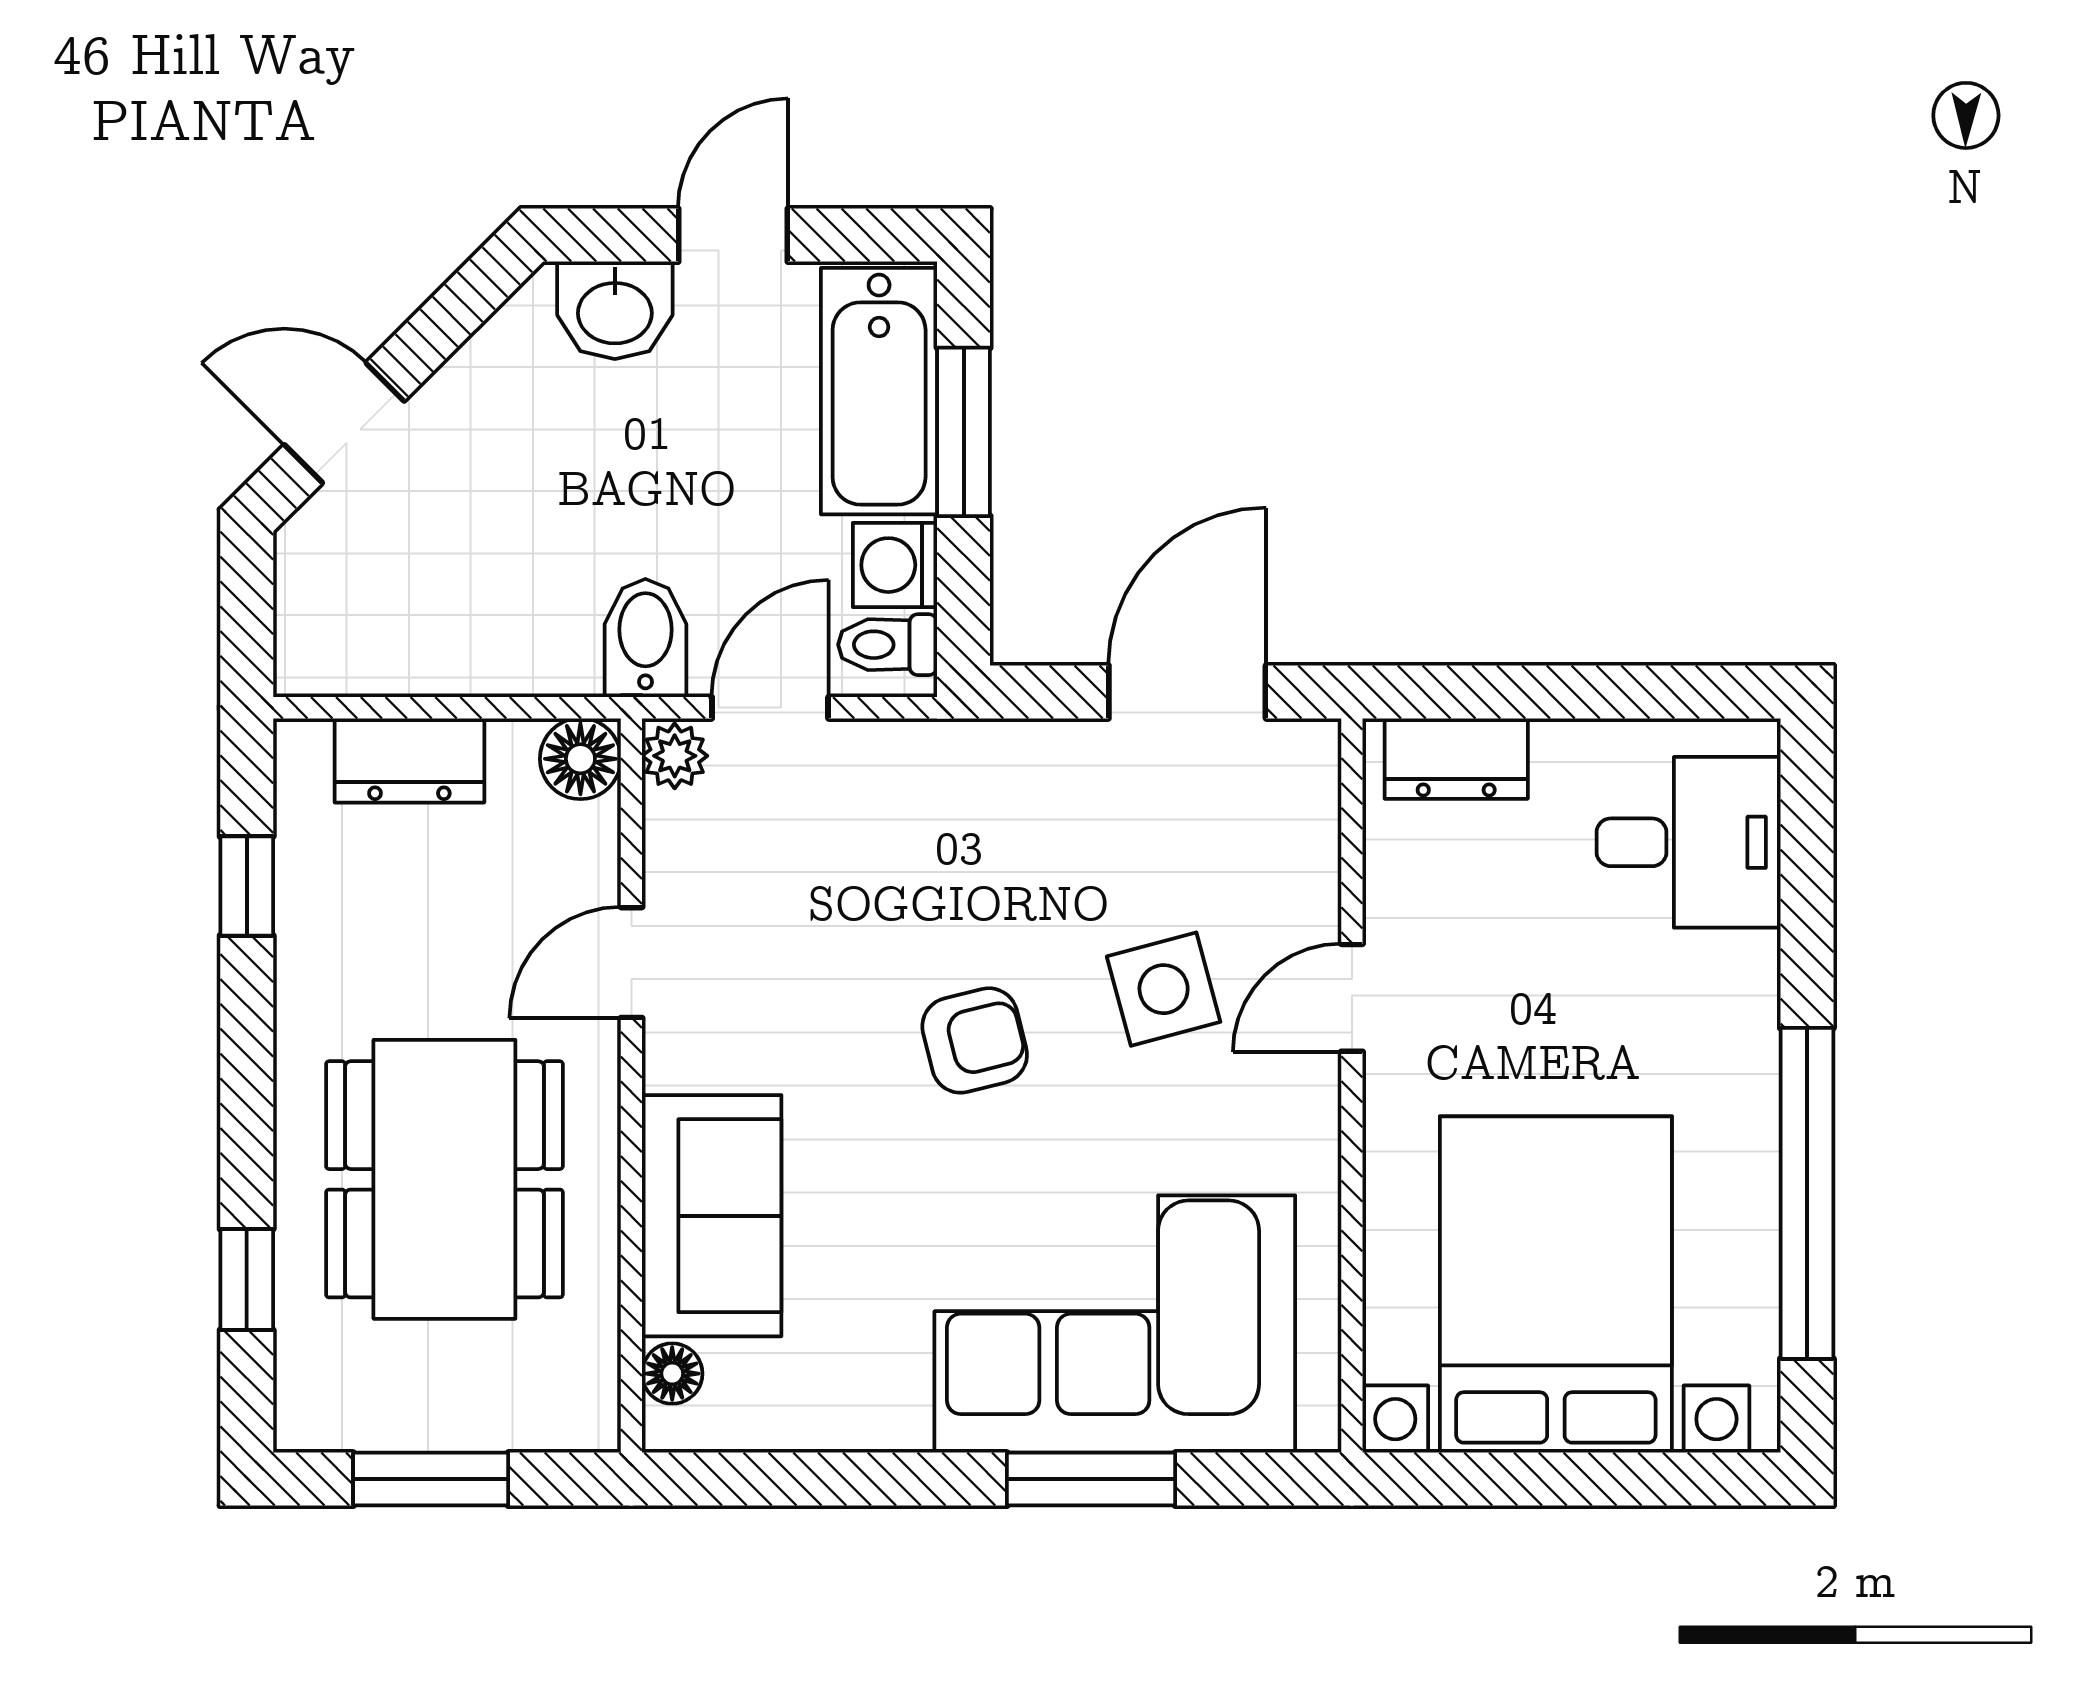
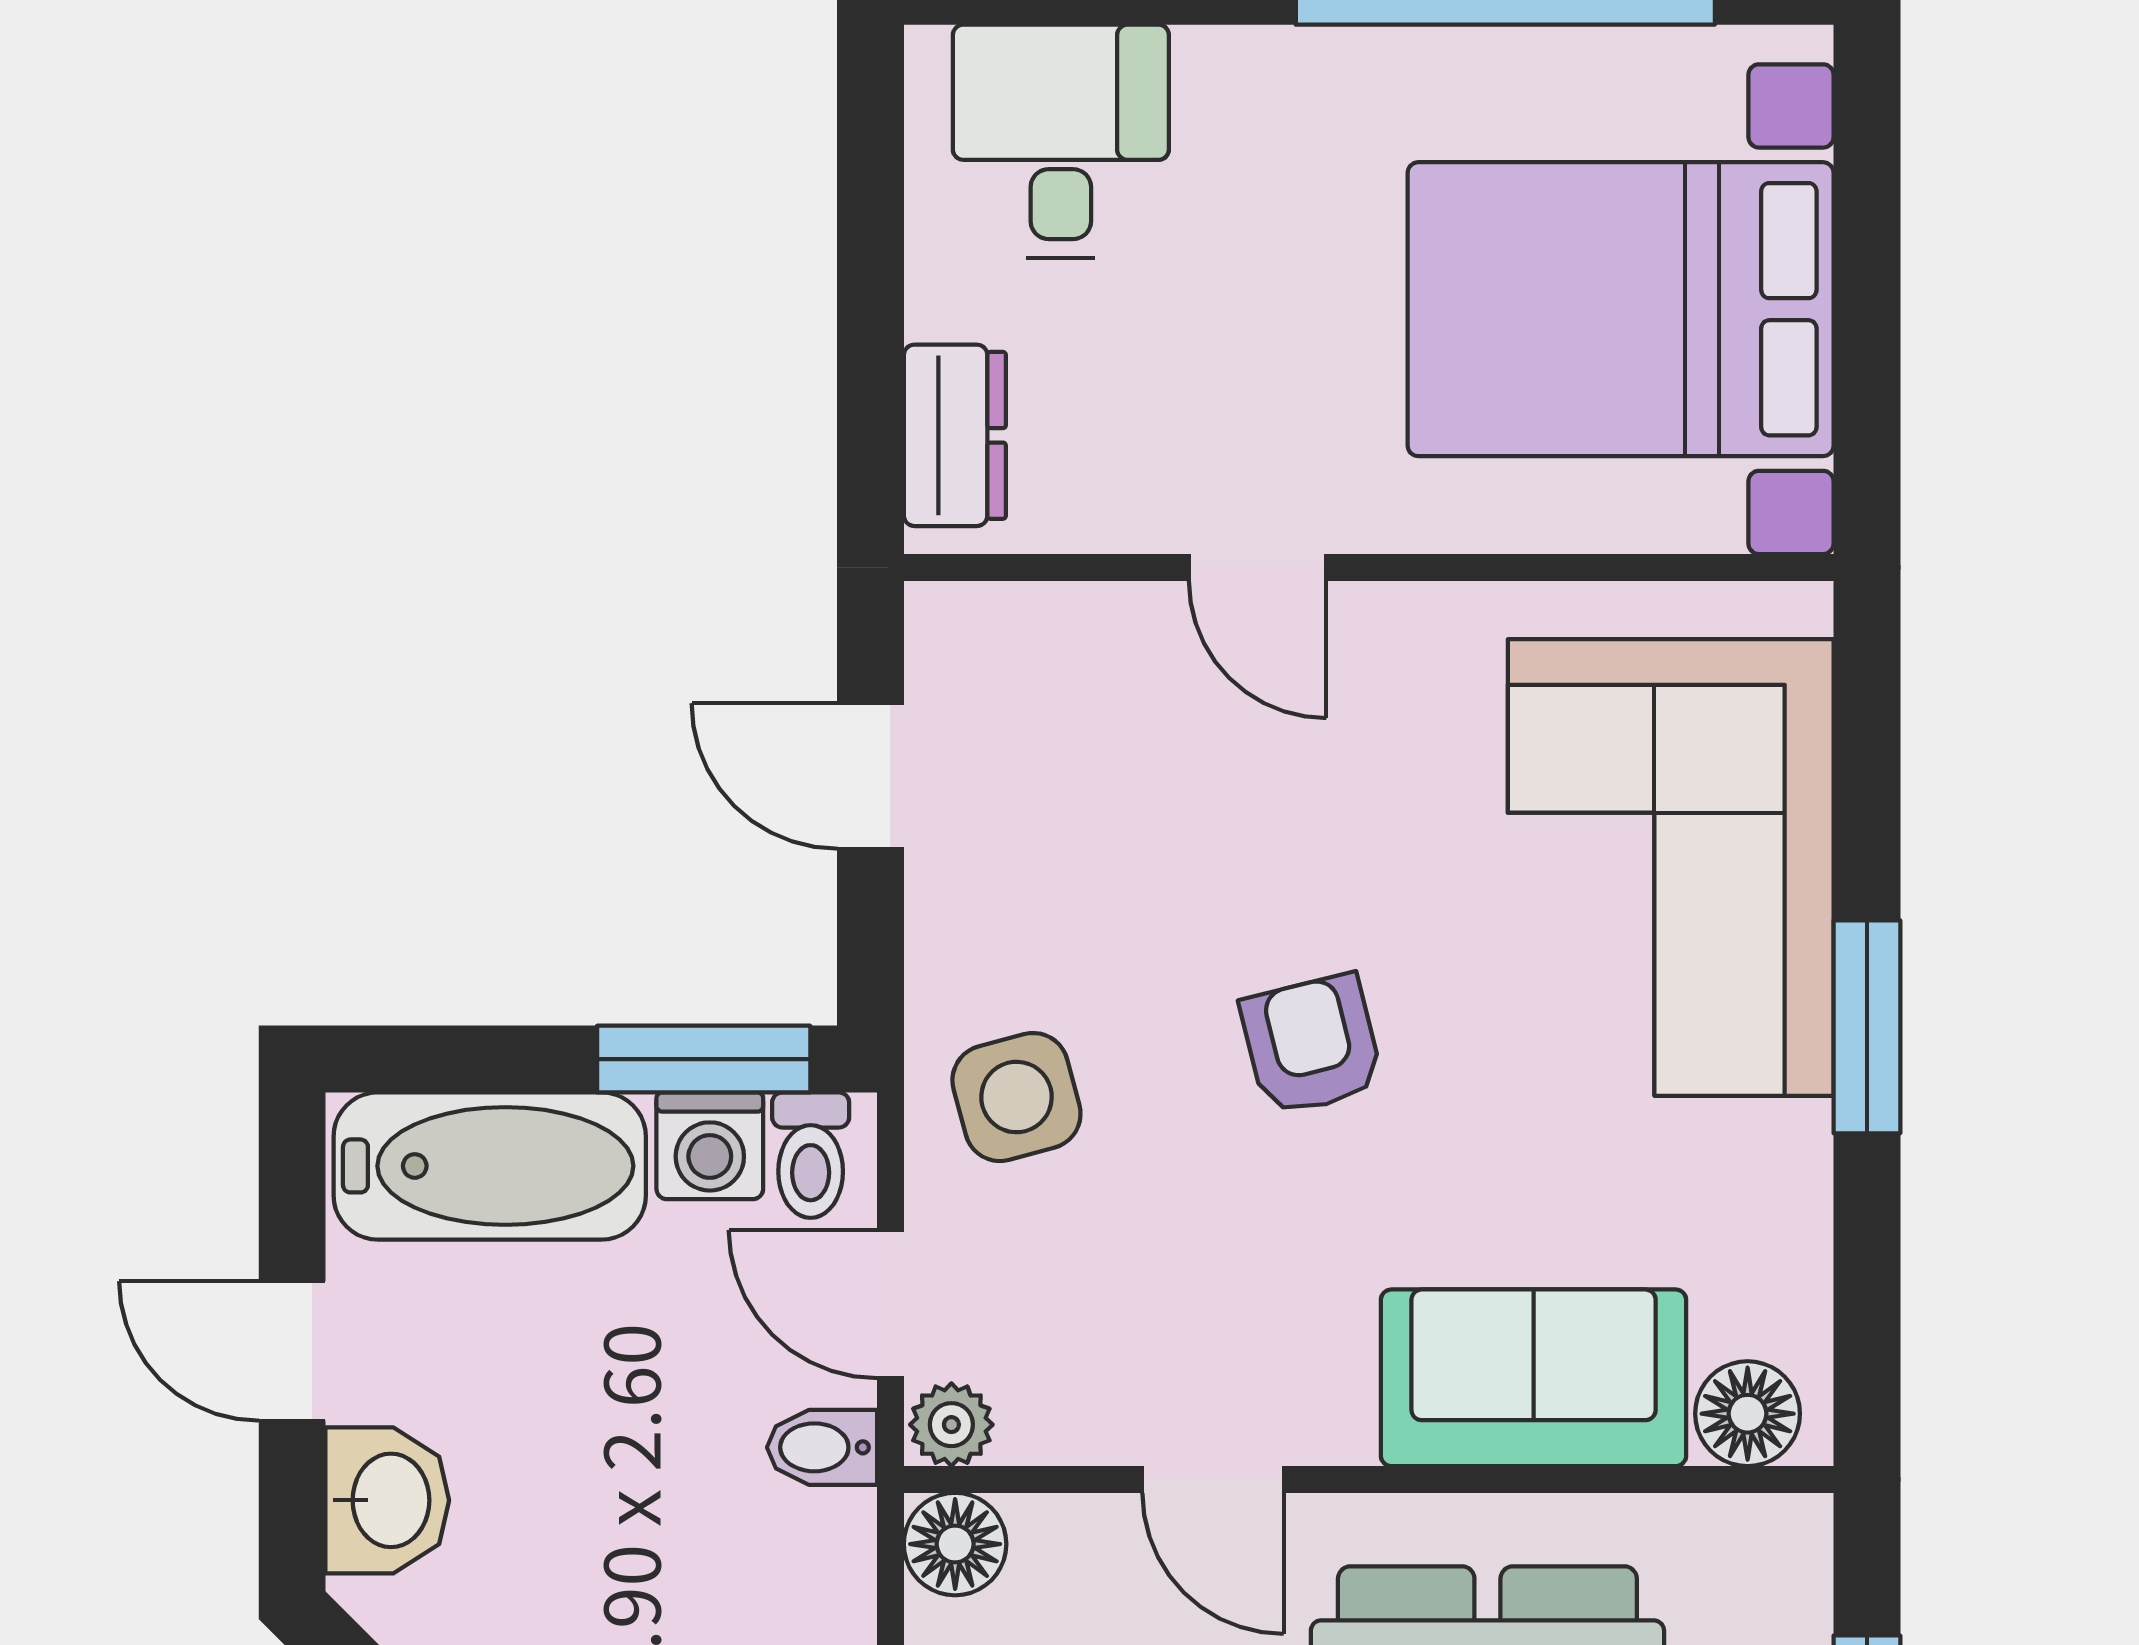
window: (964, 432) -> (704, 1059), moved
bidet: (645, 638) -> (822, 1447), width x0.72, depth x0.74
door: (1187, 692) -> (870, 776), width x0.73
side table: (1164, 989) -> (1016, 1097), moved
floor lamp: (672, 1374) -> (1748, 1414), width x1.37, depth x1.37
window: (1091, 1479) -> (1867, 1027), moved

